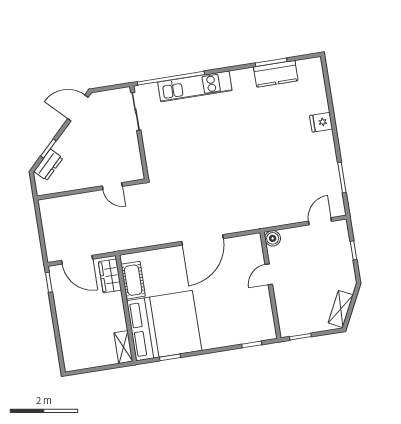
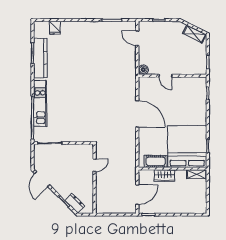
kitchen counter: (276, 74) -> (40, 58), width x1.50
fridge: (321, 122) -> (55, 28), moved
wardrobe: (110, 276) -> (164, 176), moved

